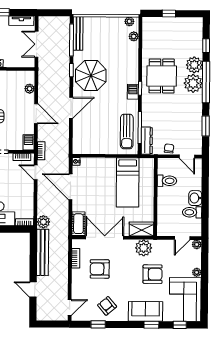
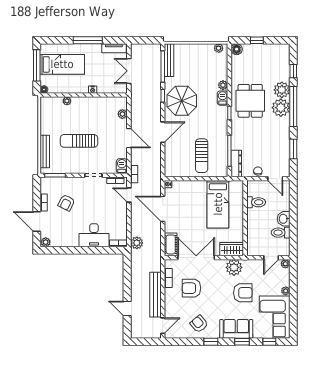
floor lamp: (148, 23) -> (237, 49), added
plant: (134, 36) -> (223, 85), moved
barbecue: (133, 92) -> (222, 98), moved
sun lounger: (127, 132) -> (202, 156), moved
bench: (43, 252) -> (155, 295), moved
window: (98, 324) -> (211, 342), moved

